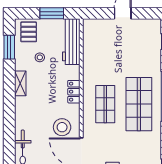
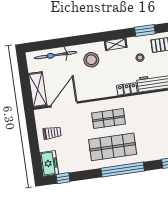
locker: (74, 92) -> (127, 89), moved
stool: (62, 127) -> (91, 60), moved

